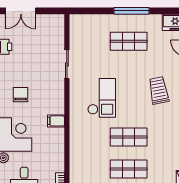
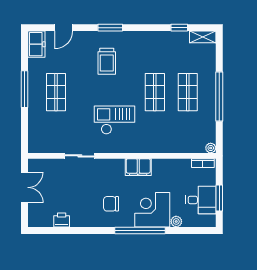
double door: (21, 11) -> (25, 187), moved
trolley: (159, 90) -> (107, 61), turned -79
filing cabinet: (56, 121) -> (138, 167), width x2.00

